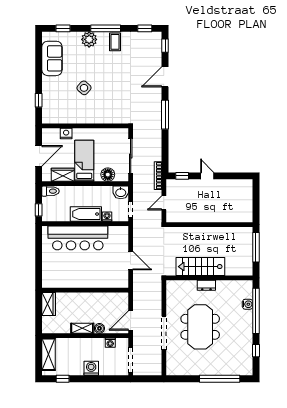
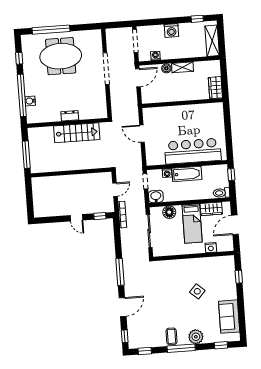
meeting table: (200, 327) -> (61, 56), moved, turned 90

